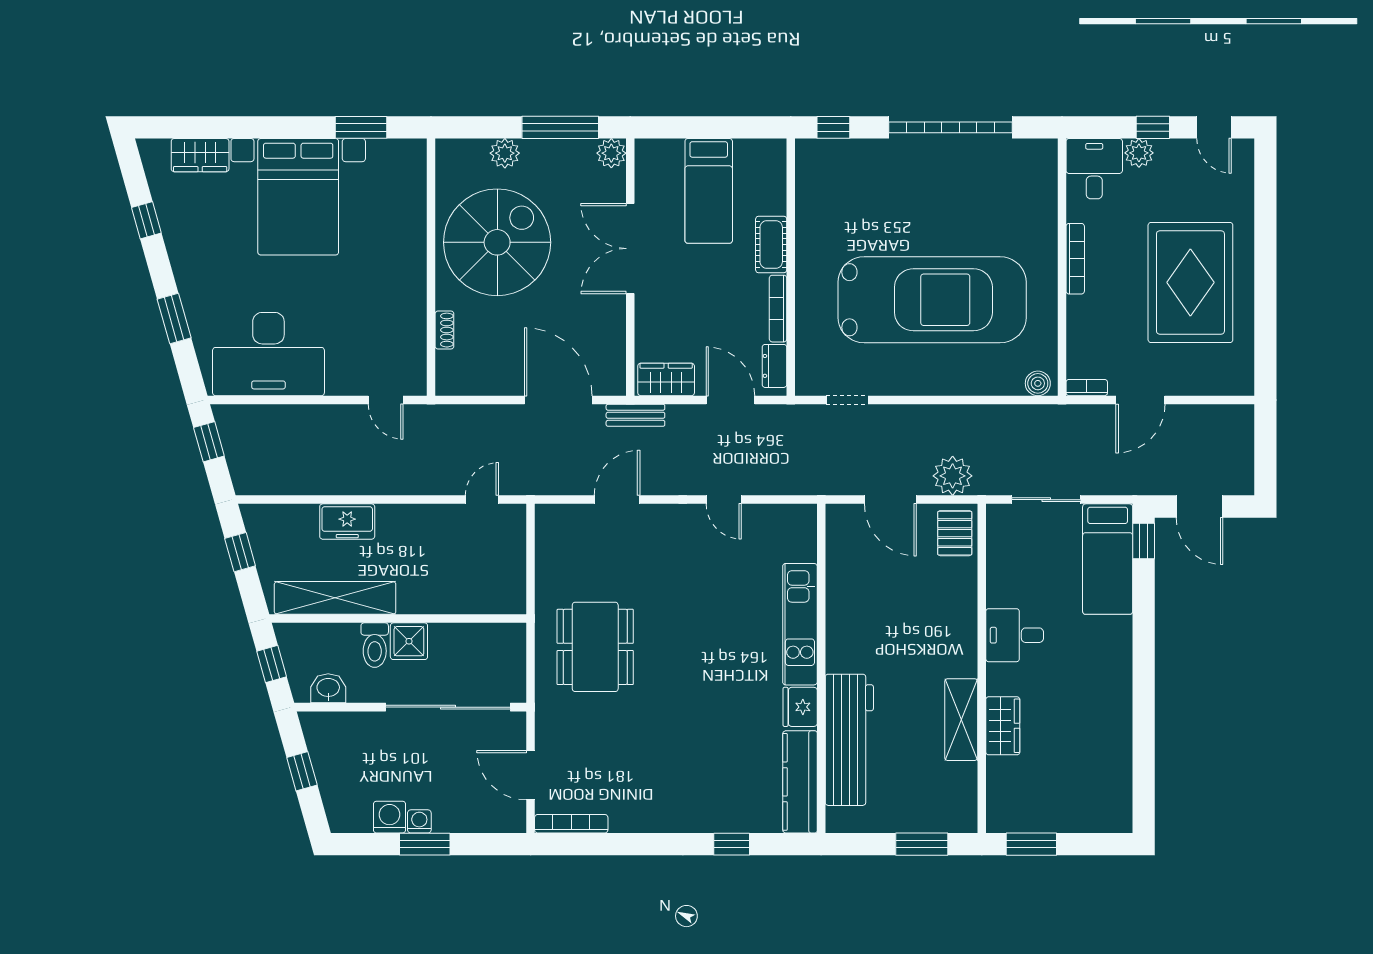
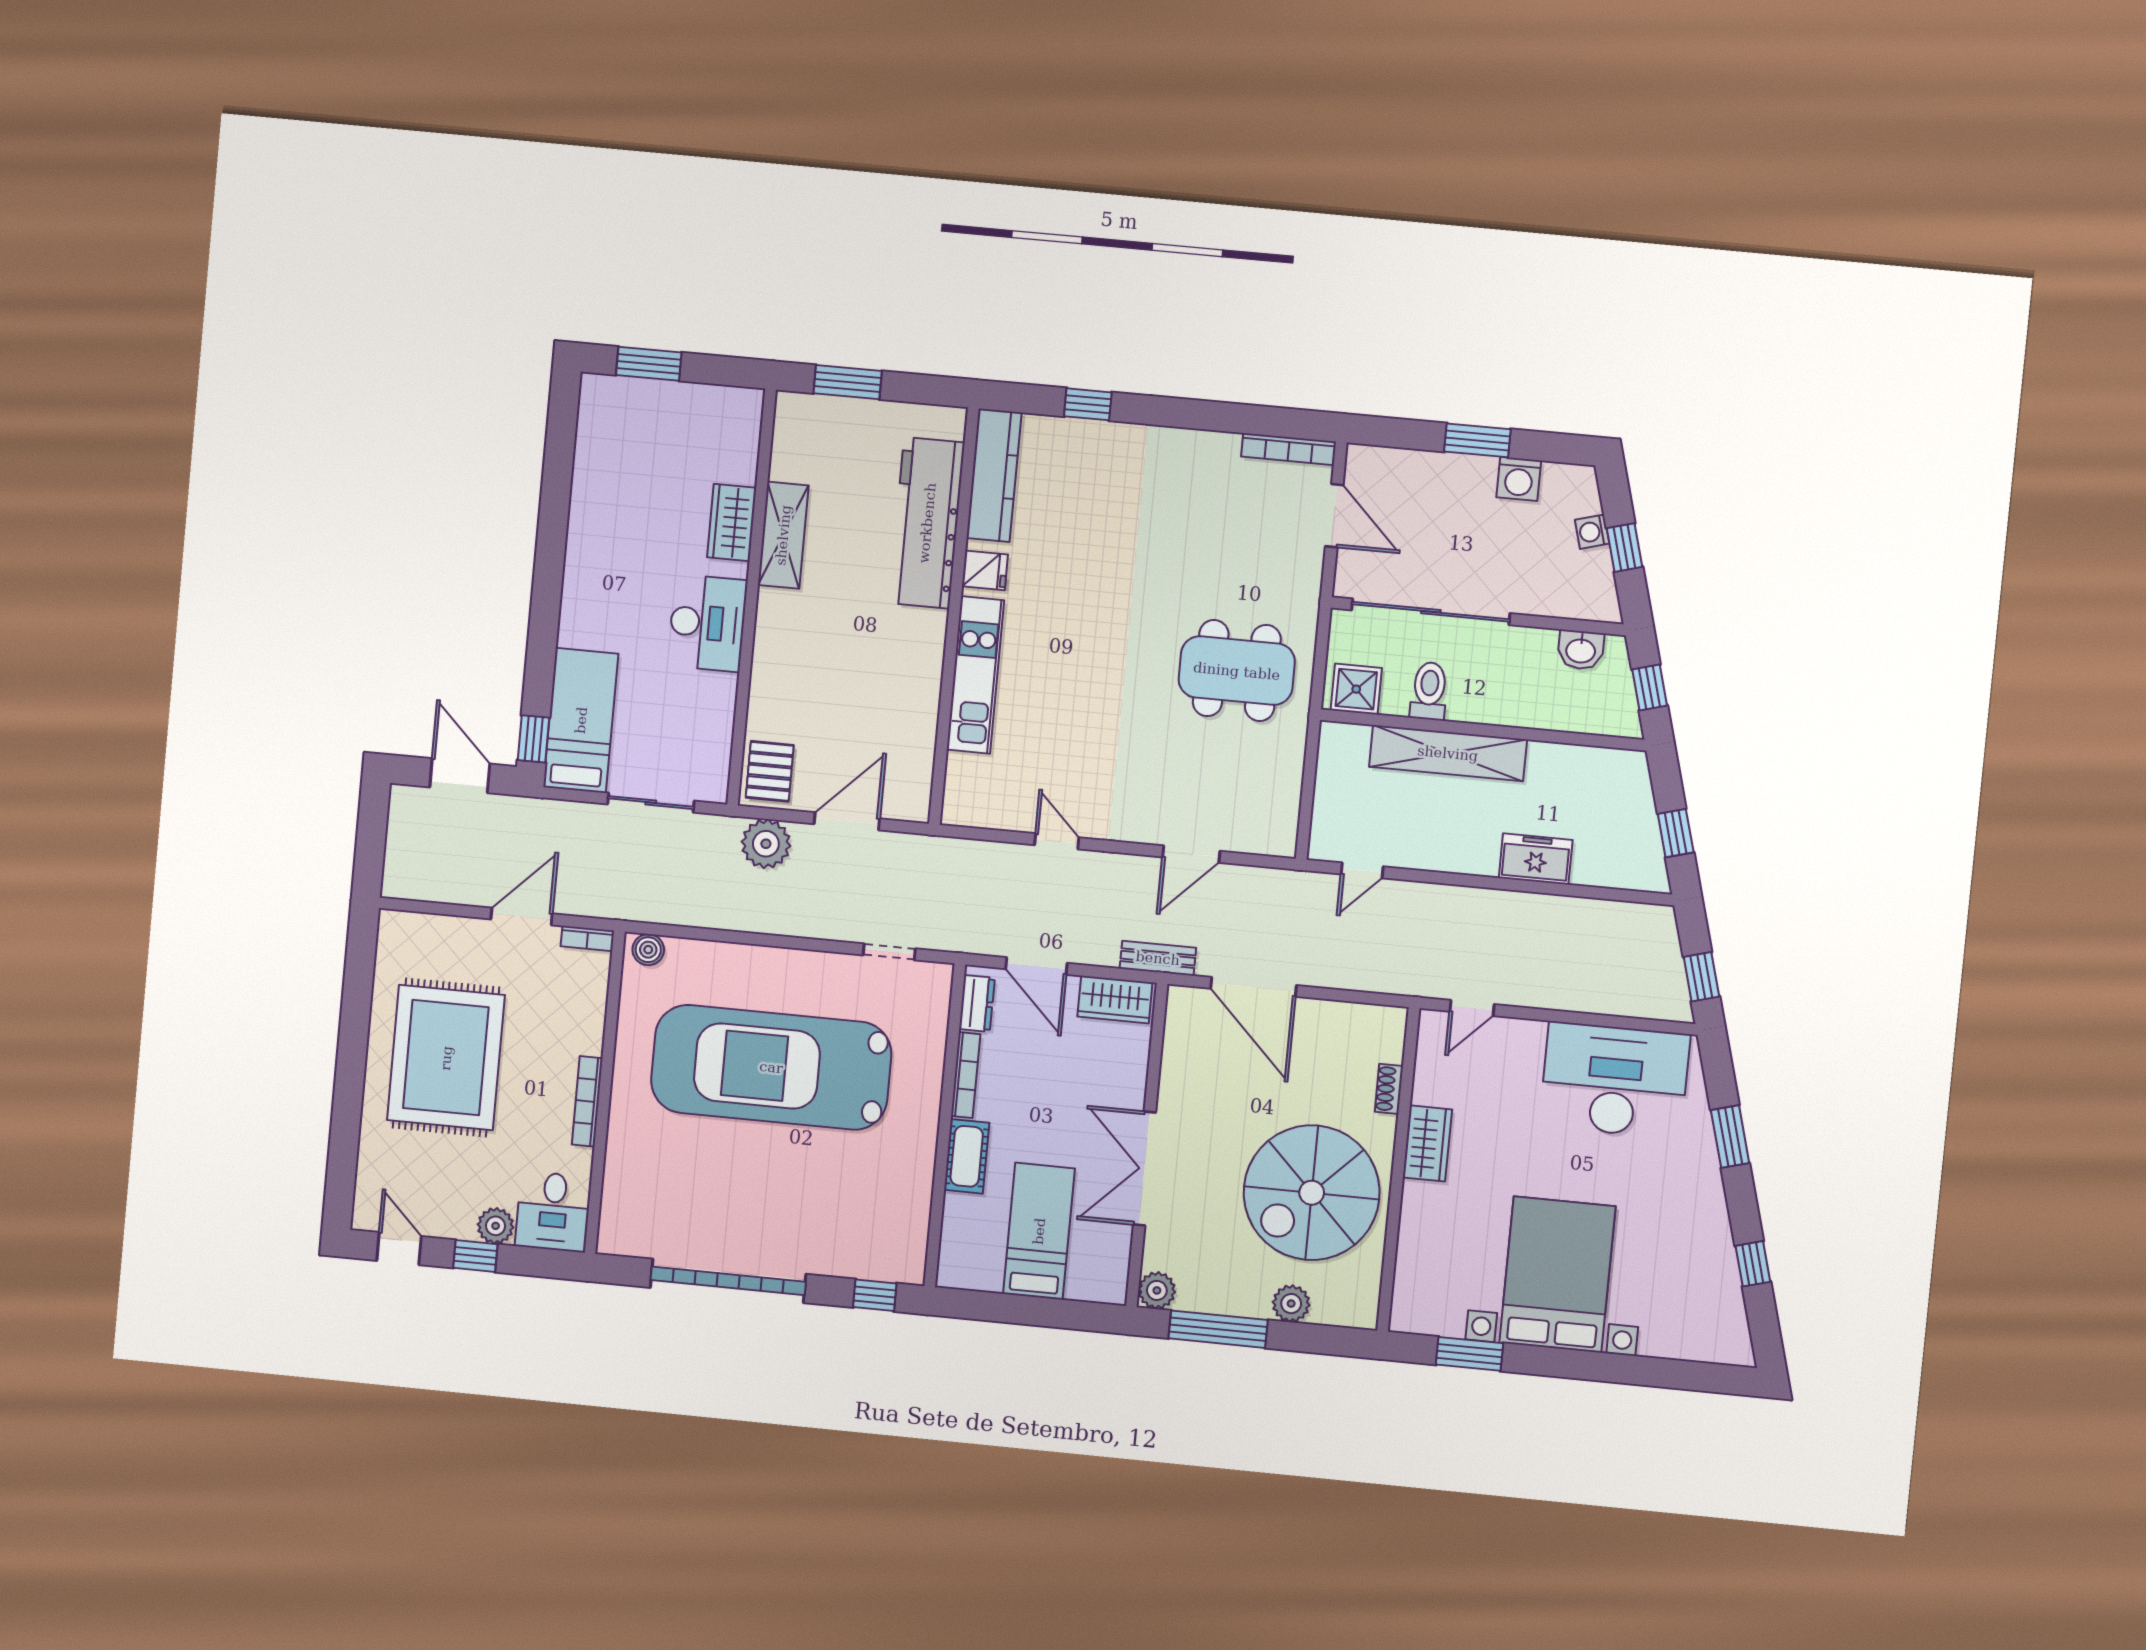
wardrobe: (200, 155) -> (1427, 1143), moved, turned 90
double door: (630, 249) -> (1144, 1169), swing flipped
door: (386, 400) -> (1472, 1008), swing flipped
door: (890, 500) -> (847, 821), hinge flipped
shelving: (335, 598) -> (1448, 753), moved
desk: (1015, 635) -> (707, 623), width x1.37
shower: (409, 641) -> (1356, 689), moved
toilet: (375, 645) -> (1429, 691), moved
dining table: (595, 647) -> (1237, 671), turned 90
fridge: (800, 707) -> (985, 570), width x0.72
washing machine: (419, 821) -> (1592, 532), moved, turned 74
window: (1031, 844) -> (649, 364), moved

